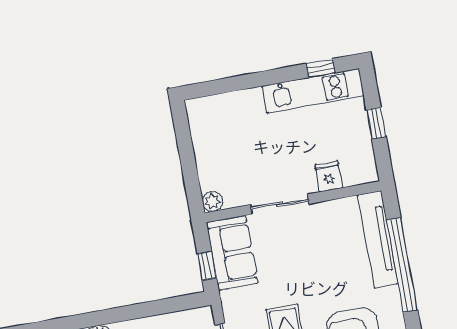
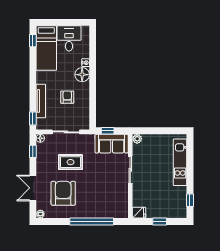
kitchen unit: (313, 91) -> (180, 162), moved
fridge: (329, 176) -> (139, 213), moved
tv unit: (378, 239) -> (106, 212), removed

